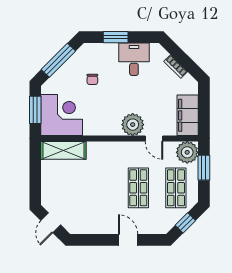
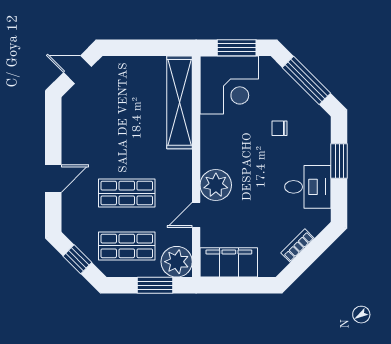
shelving: (63, 150) -> (179, 102), width x1.47

